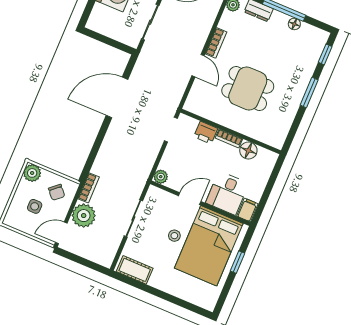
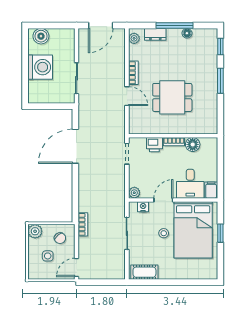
nightstand: (164, 197) -> (143, 207), added
plant: (84, 216) -> (88, 247), removed

